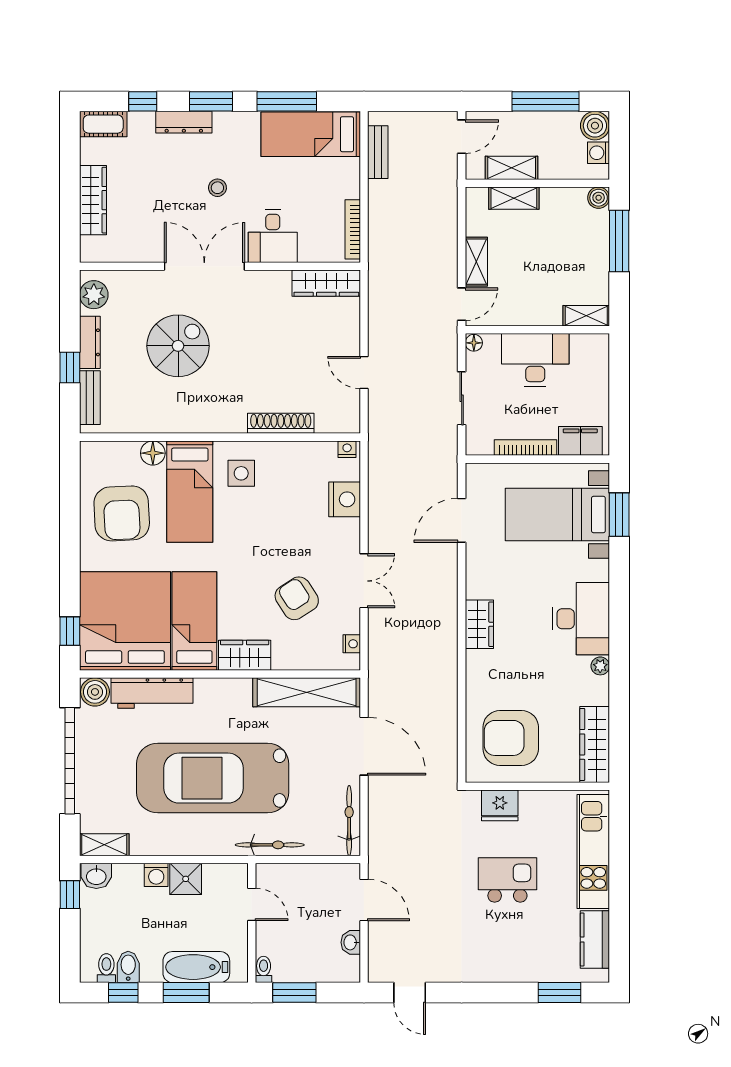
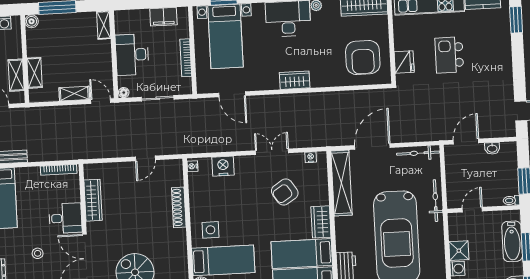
wardrobe: (326, 283) -> (93, 200), moved
filing cabinet: (580, 441) -> (163, 17), moved, turned -90

